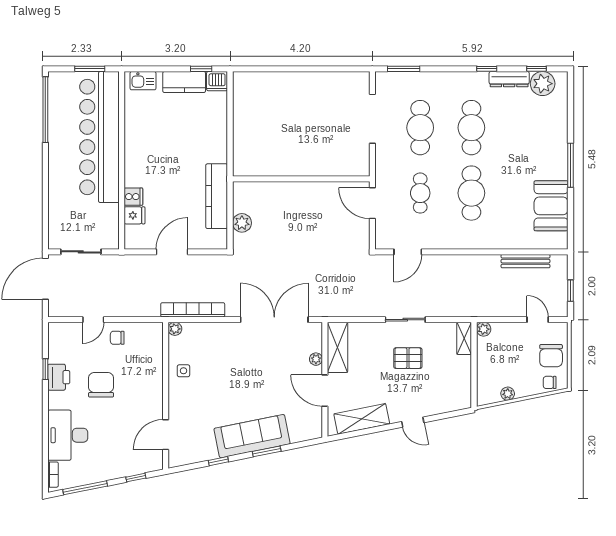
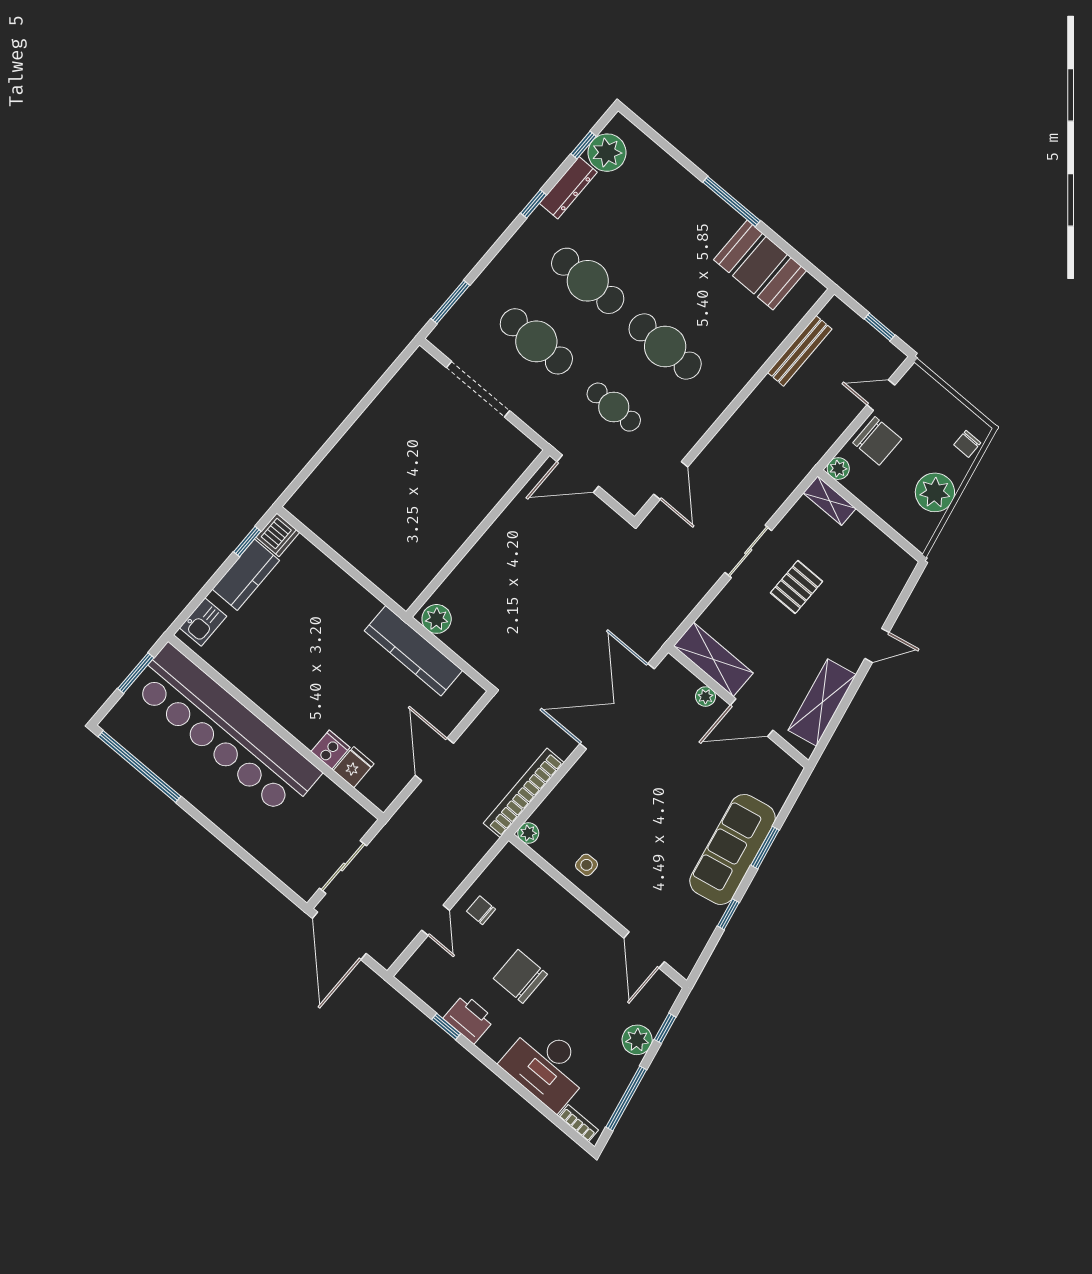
plant: (242, 223) -> (437, 619), moved
chair: (117, 338) -> (481, 910), turned 90
chair: (551, 356) -> (877, 441), moved
plant: (508, 394) -> (935, 492), width x1.88, depth x1.88
plant: (119, 469) -> (637, 1040), added

